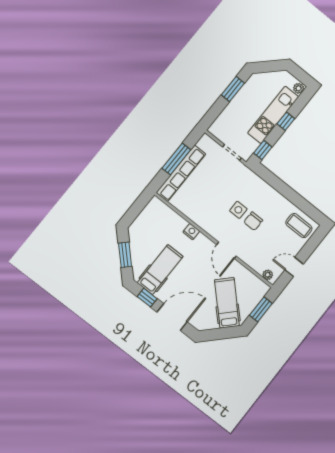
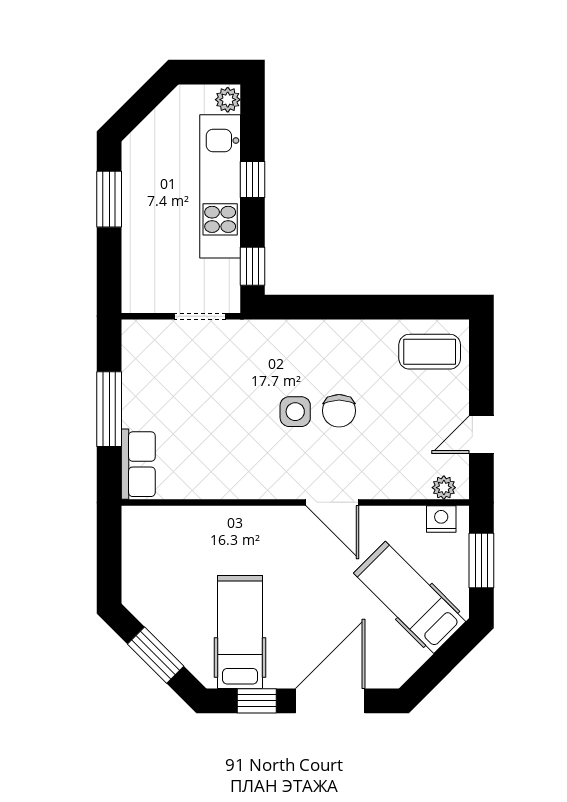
row of seats: (181, 173) -> (138, 464), width x0.50
nightstand: (191, 232) -> (441, 519), moved

